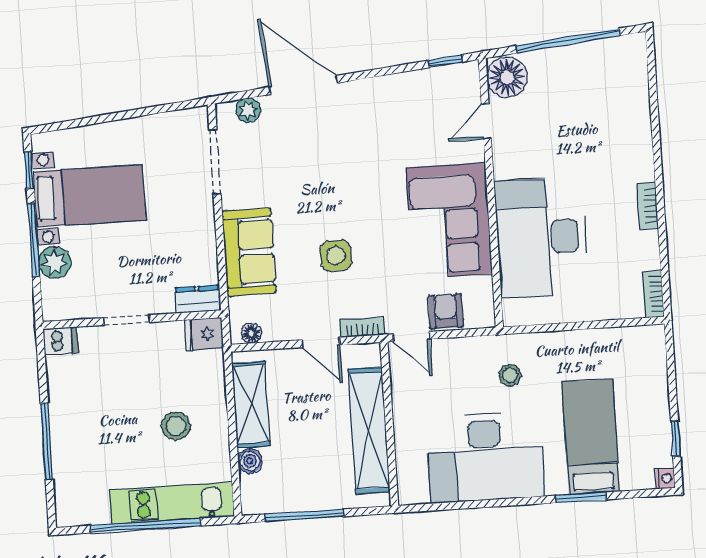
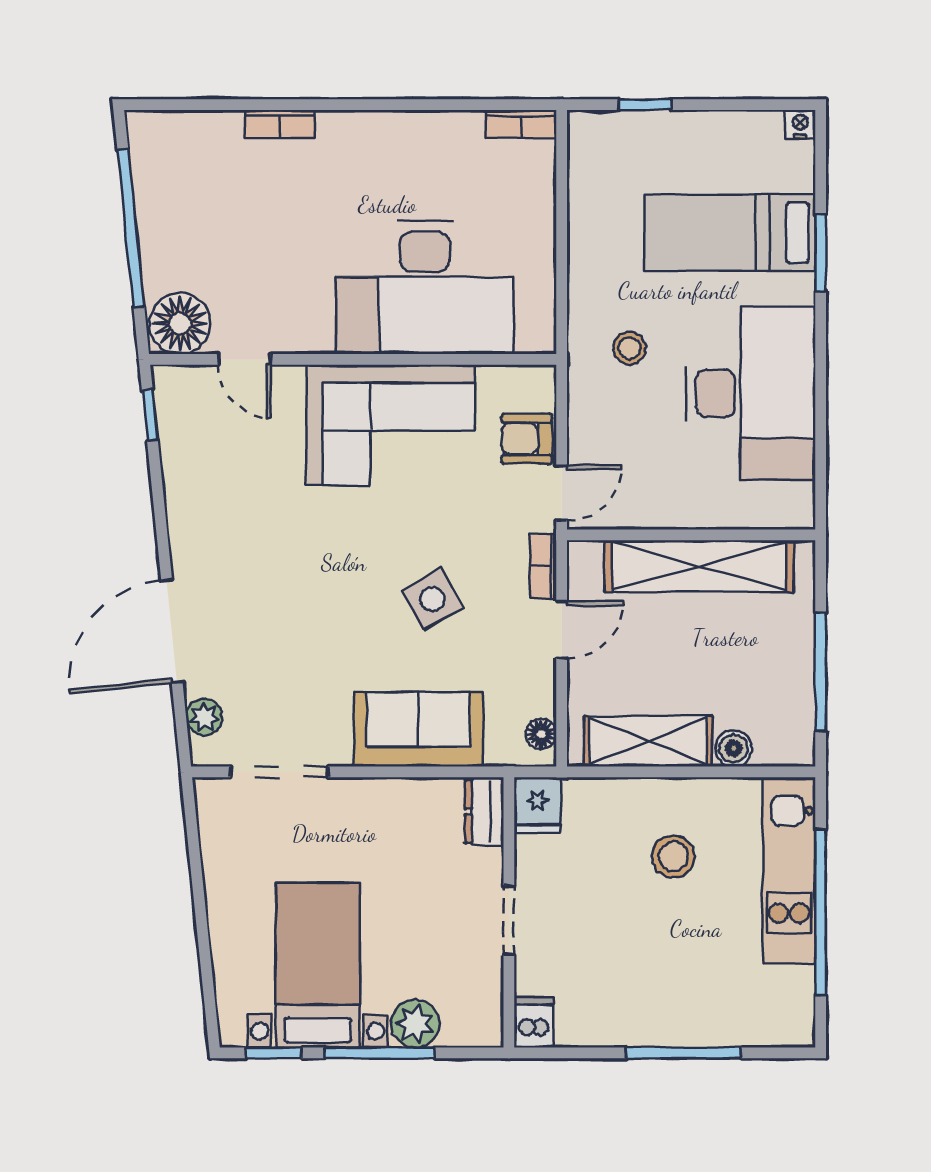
bookcase: (648, 206) -> (280, 124), moved
side table: (336, 256) -> (432, 599), turned -30
window: (676, 439) -> (645, 105), moved

